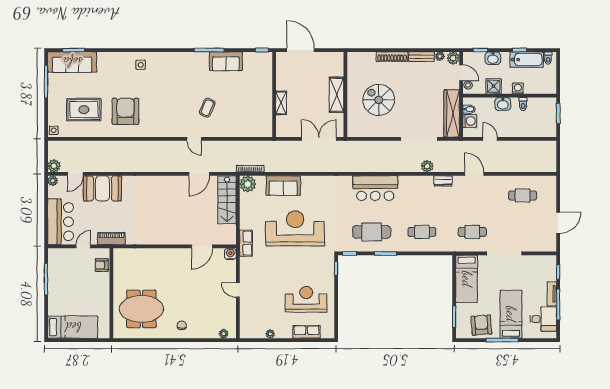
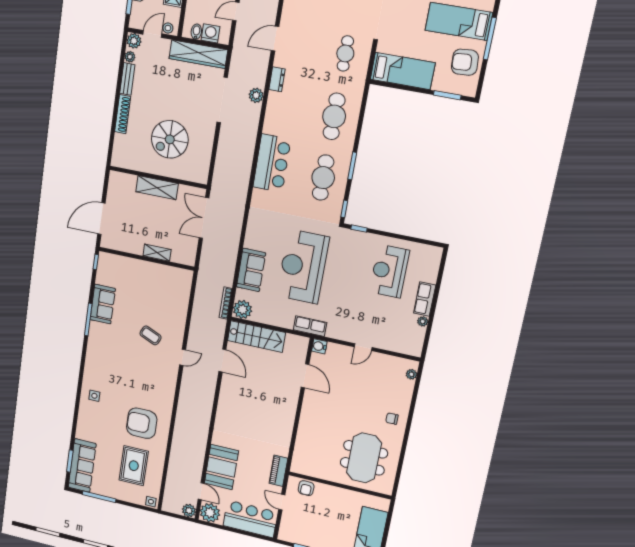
plant: (53, 181) -> (210, 513), width x1.88, depth x1.88
cafe table: (422, 232) -> (334, 116), width x1.37, depth x1.35
row of seats: (307, 332) -> (425, 299), moved

